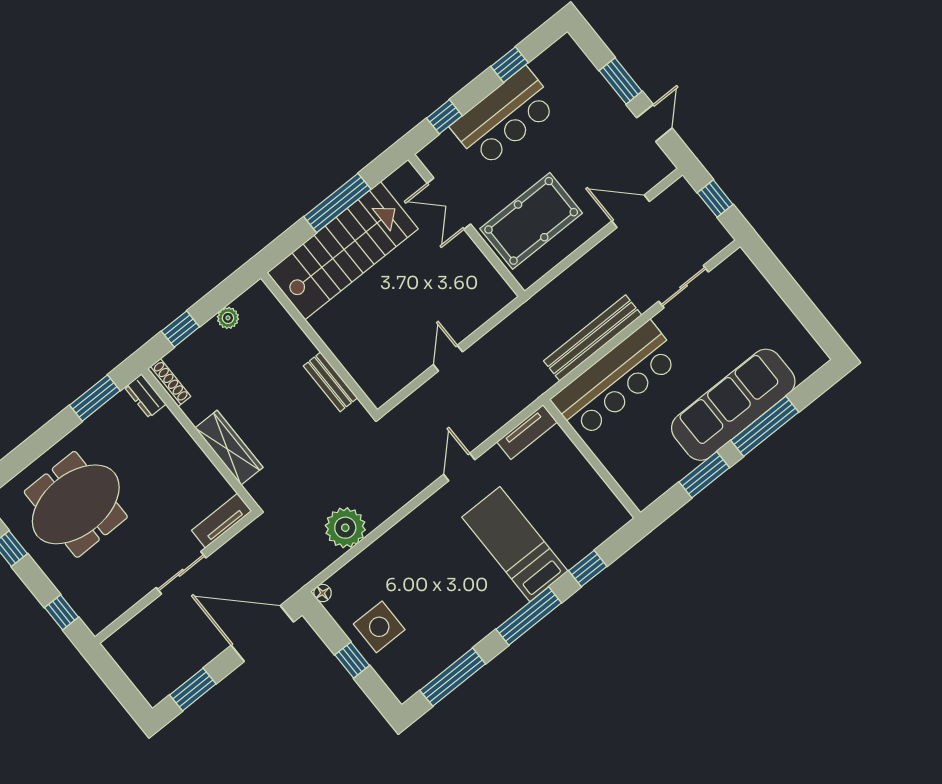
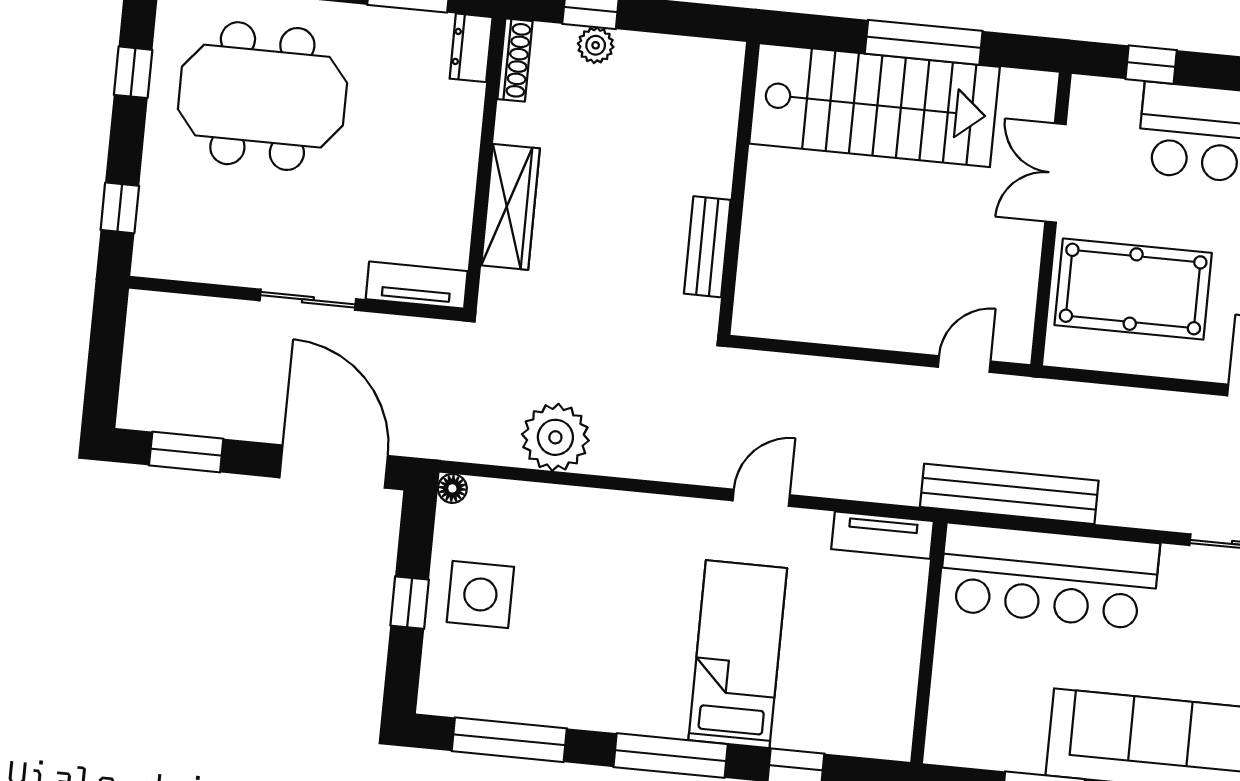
plant: (228, 318) -> (596, 45), moved
bench: (593, 338) -> (1009, 494), moved
door: (448, 358) -> (964, 364), moved

